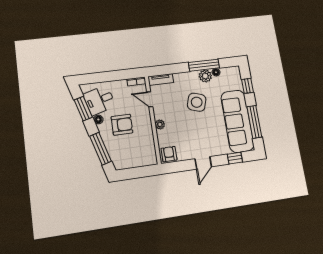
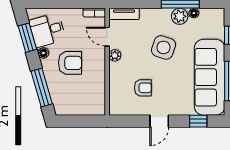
plant: (160, 124) -> (115, 55), moved
armchair: (169, 154) -> (143, 88), moved, turned 90

